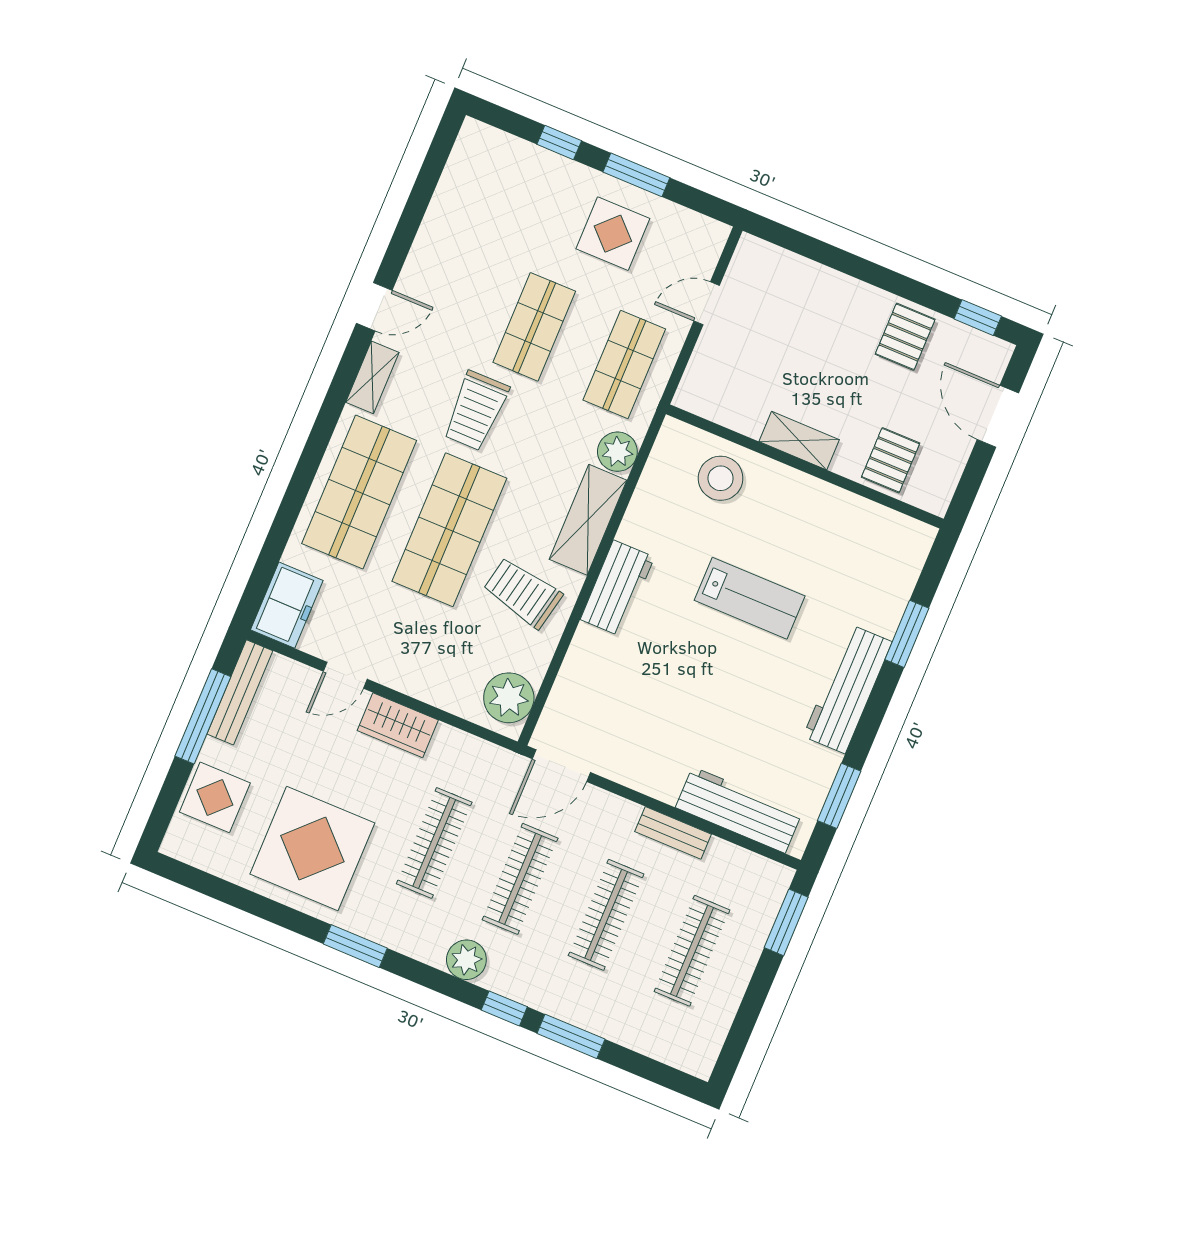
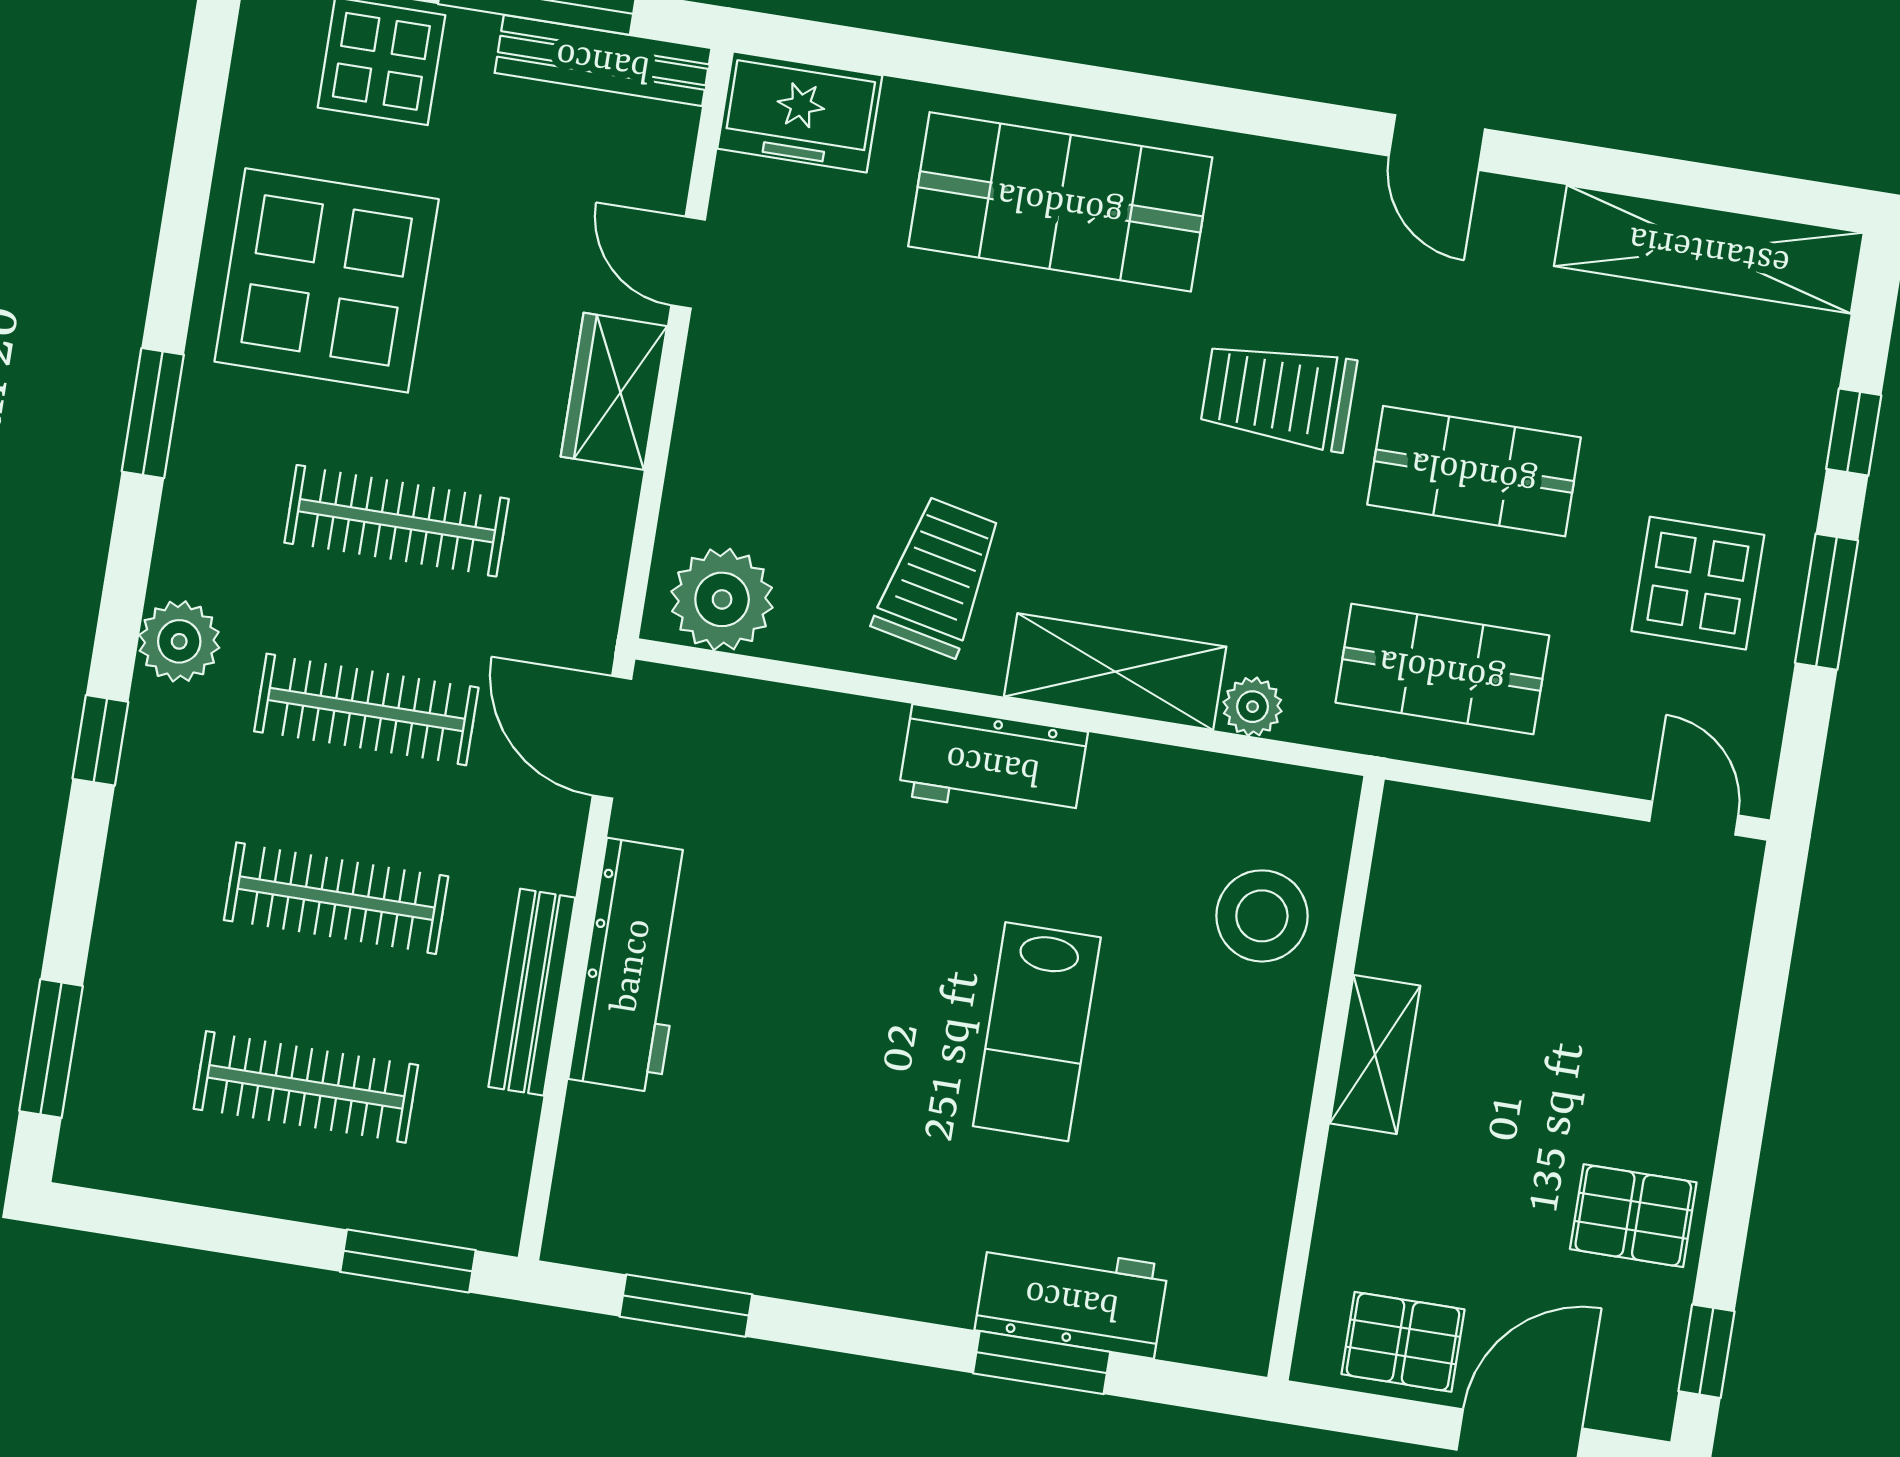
door: (707, 303) -> (1694, 818), moved
shelving: (372, 377) -> (1709, 249), moved, width x2.20, depth x1.33
plant: (617, 452) -> (1253, 707), width x0.73, depth x0.73
pallet: (891, 460) -> (1403, 1342), moved
shop shelf: (449, 530) -> (1029, 400), removed
workbench: (848, 689) -> (1072, 1298), moved, width x0.73
workbench: (739, 810) -> (633, 966), moved
bench: (673, 833) -> (532, 992), width x1.36
window: (571, 1036) -> (51, 1048), moved

